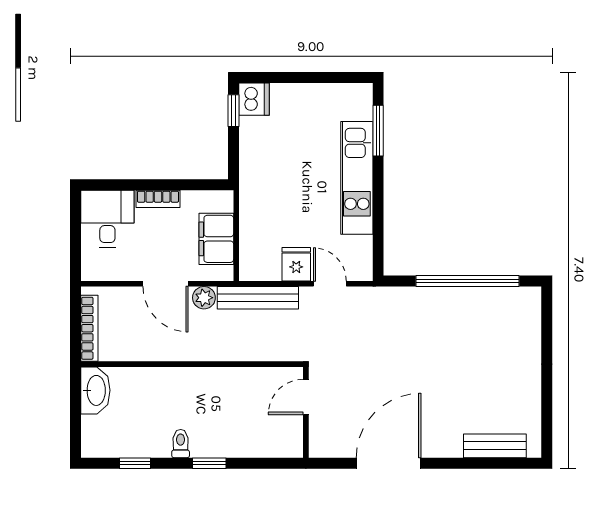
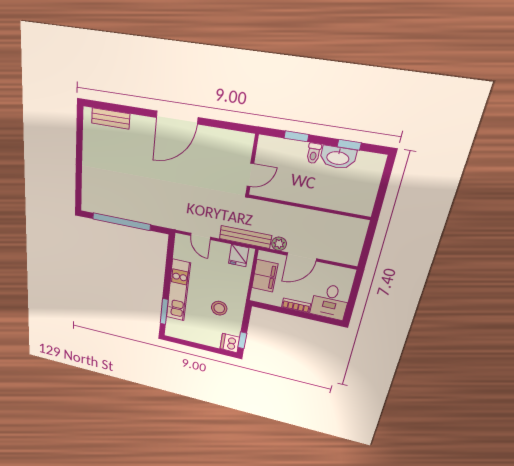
stool: (282, 162) -> (219, 308), added
fridge: (296, 264) -> (239, 256), moved
door: (166, 284) -> (302, 257), swing flipped
bookcase: (89, 328) -> (359, 240), removed
washbasin: (95, 390) -> (338, 157), moved, turned -90
door: (306, 397) -> (250, 175), moved
wall: (306, 412) -> (252, 165), moved

